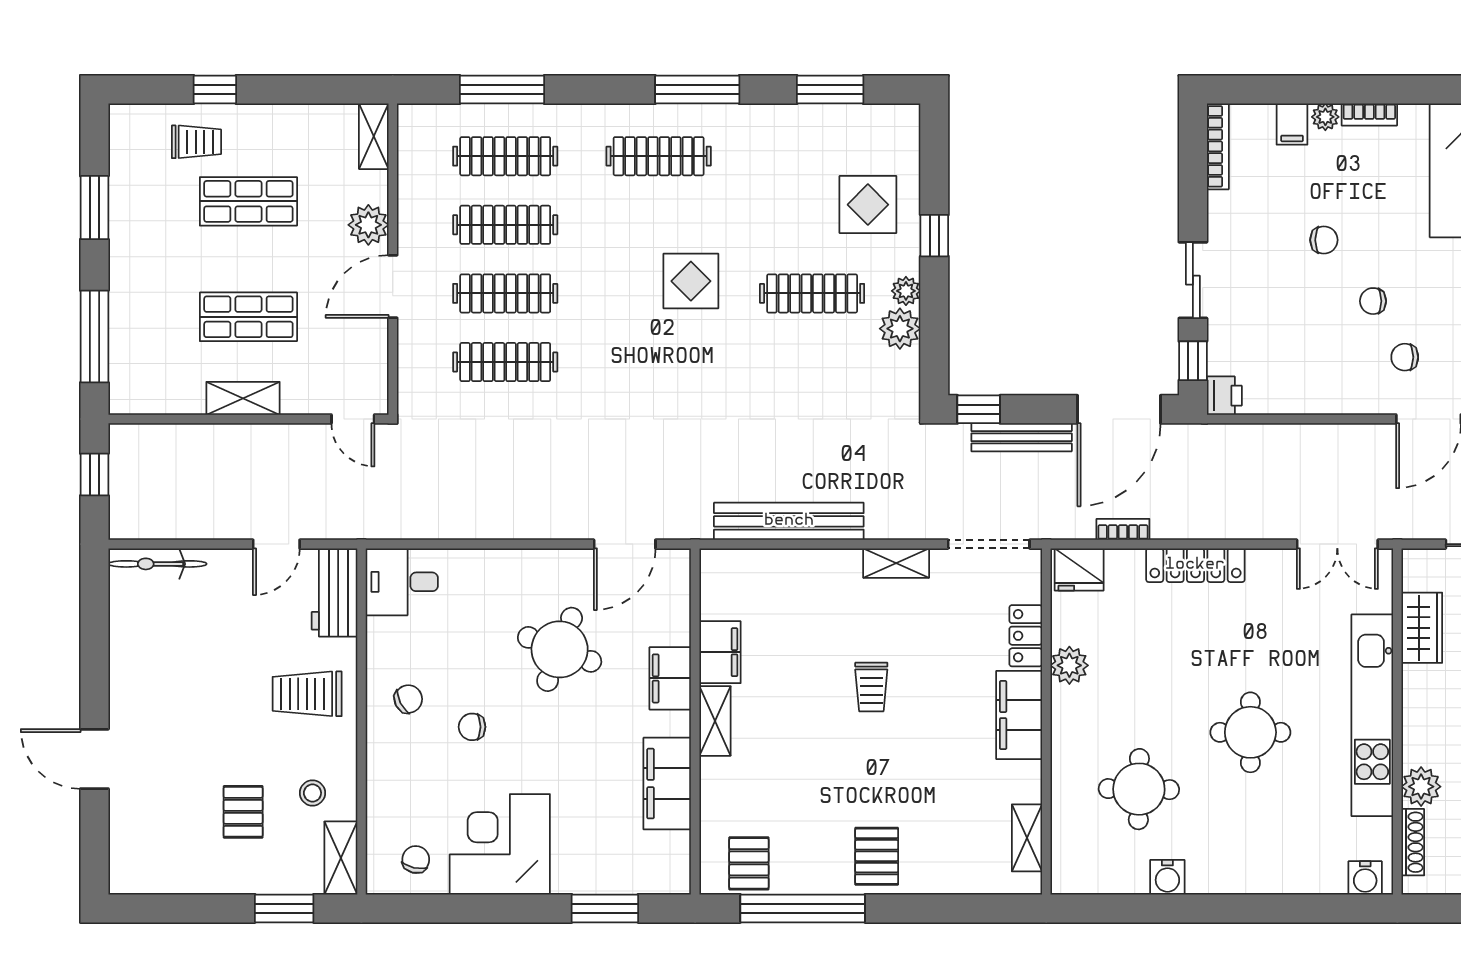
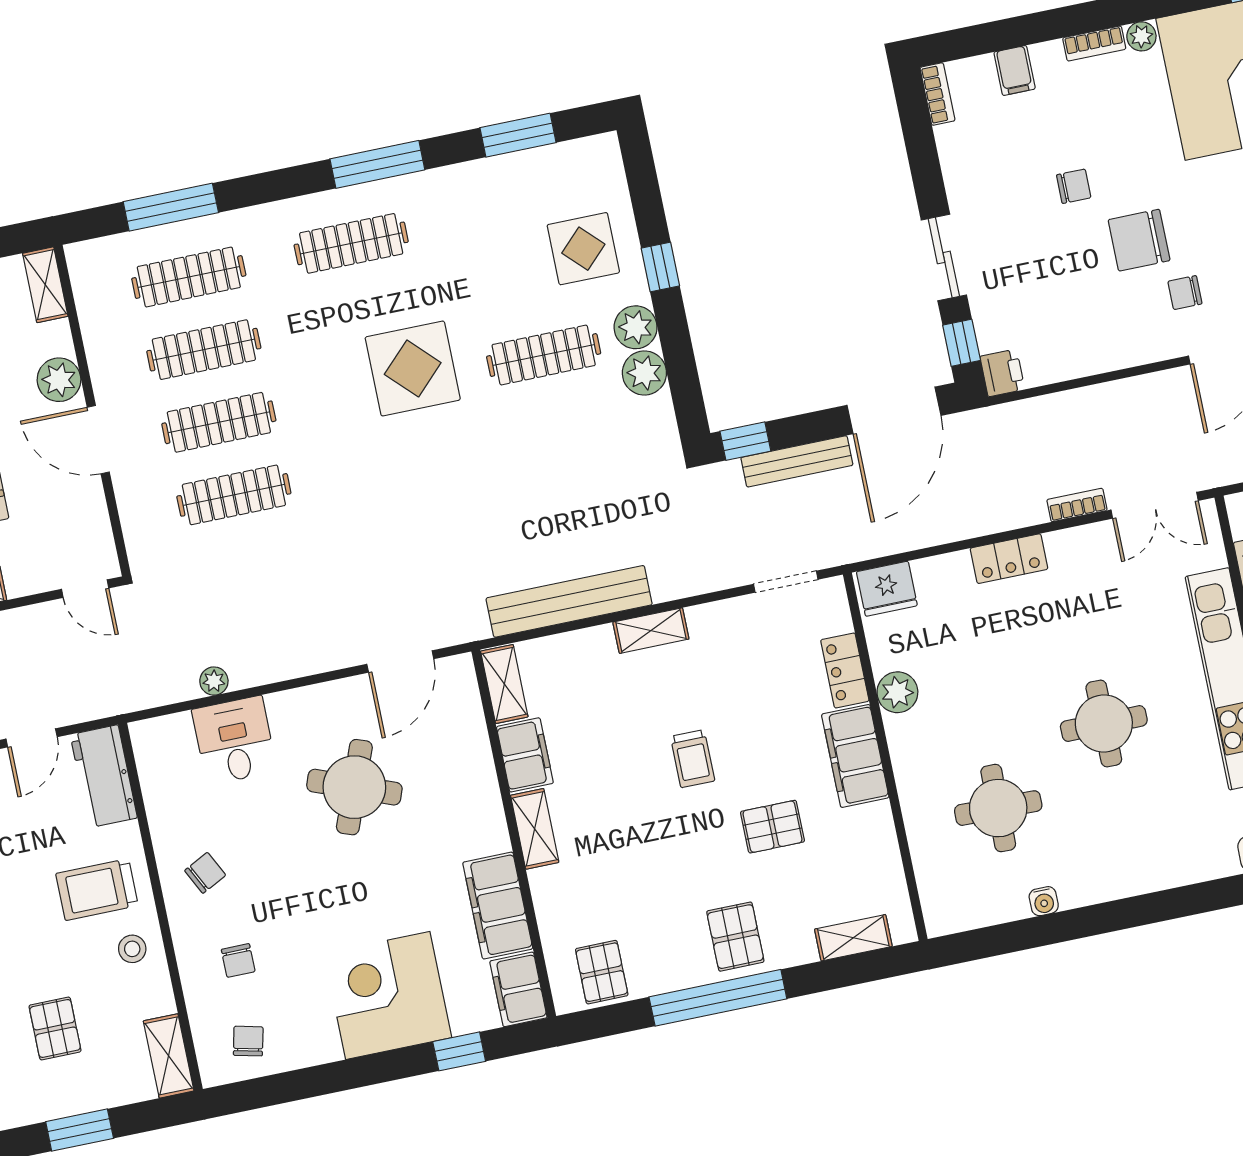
plant: (1325, 117) -> (1141, 36), moved
bookcase: (1218, 146) -> (938, 94), width x0.64
display table: (691, 281) -> (413, 368), width x1.36, depth x1.36
door: (393, 287) -> (98, 440), hinge flipped
plant: (906, 291) -> (636, 327), width x1.38, depth x1.38
chair: (1373, 301) -> (1139, 240), width x1.87, depth x1.87
plant: (452, 527) -> (214, 681), added
bookcase: (1123, 529) -> (1077, 505), moved
doorway: (989, 544) -> (786, 582), width x0.73
shelving: (896, 563) -> (651, 631), moved
locker: (1195, 565) -> (1009, 559), width x0.66
desk: (402, 582) -> (234, 740), moved, turned 90
shelving: (715, 584) -> (504, 684), added
filing cabinet: (670, 678) -> (518, 989), moved
chair: (472, 727) -> (238, 960), moved, turned -90
pallet: (931, 764) -> (772, 827), added
stool: (312, 793) -> (132, 949), moved
shelving: (1027, 838) -> (853, 938), moved, turned 90
corner desk: (500, 844) -> (388, 995), moved
water cooler: (1167, 877) -> (1044, 901), width x0.72, depth x0.72
window: (284, 908) -> (80, 1130), moved
window: (605, 908) -> (459, 1051), width x0.67
window: (803, 908) -> (718, 998), moved

